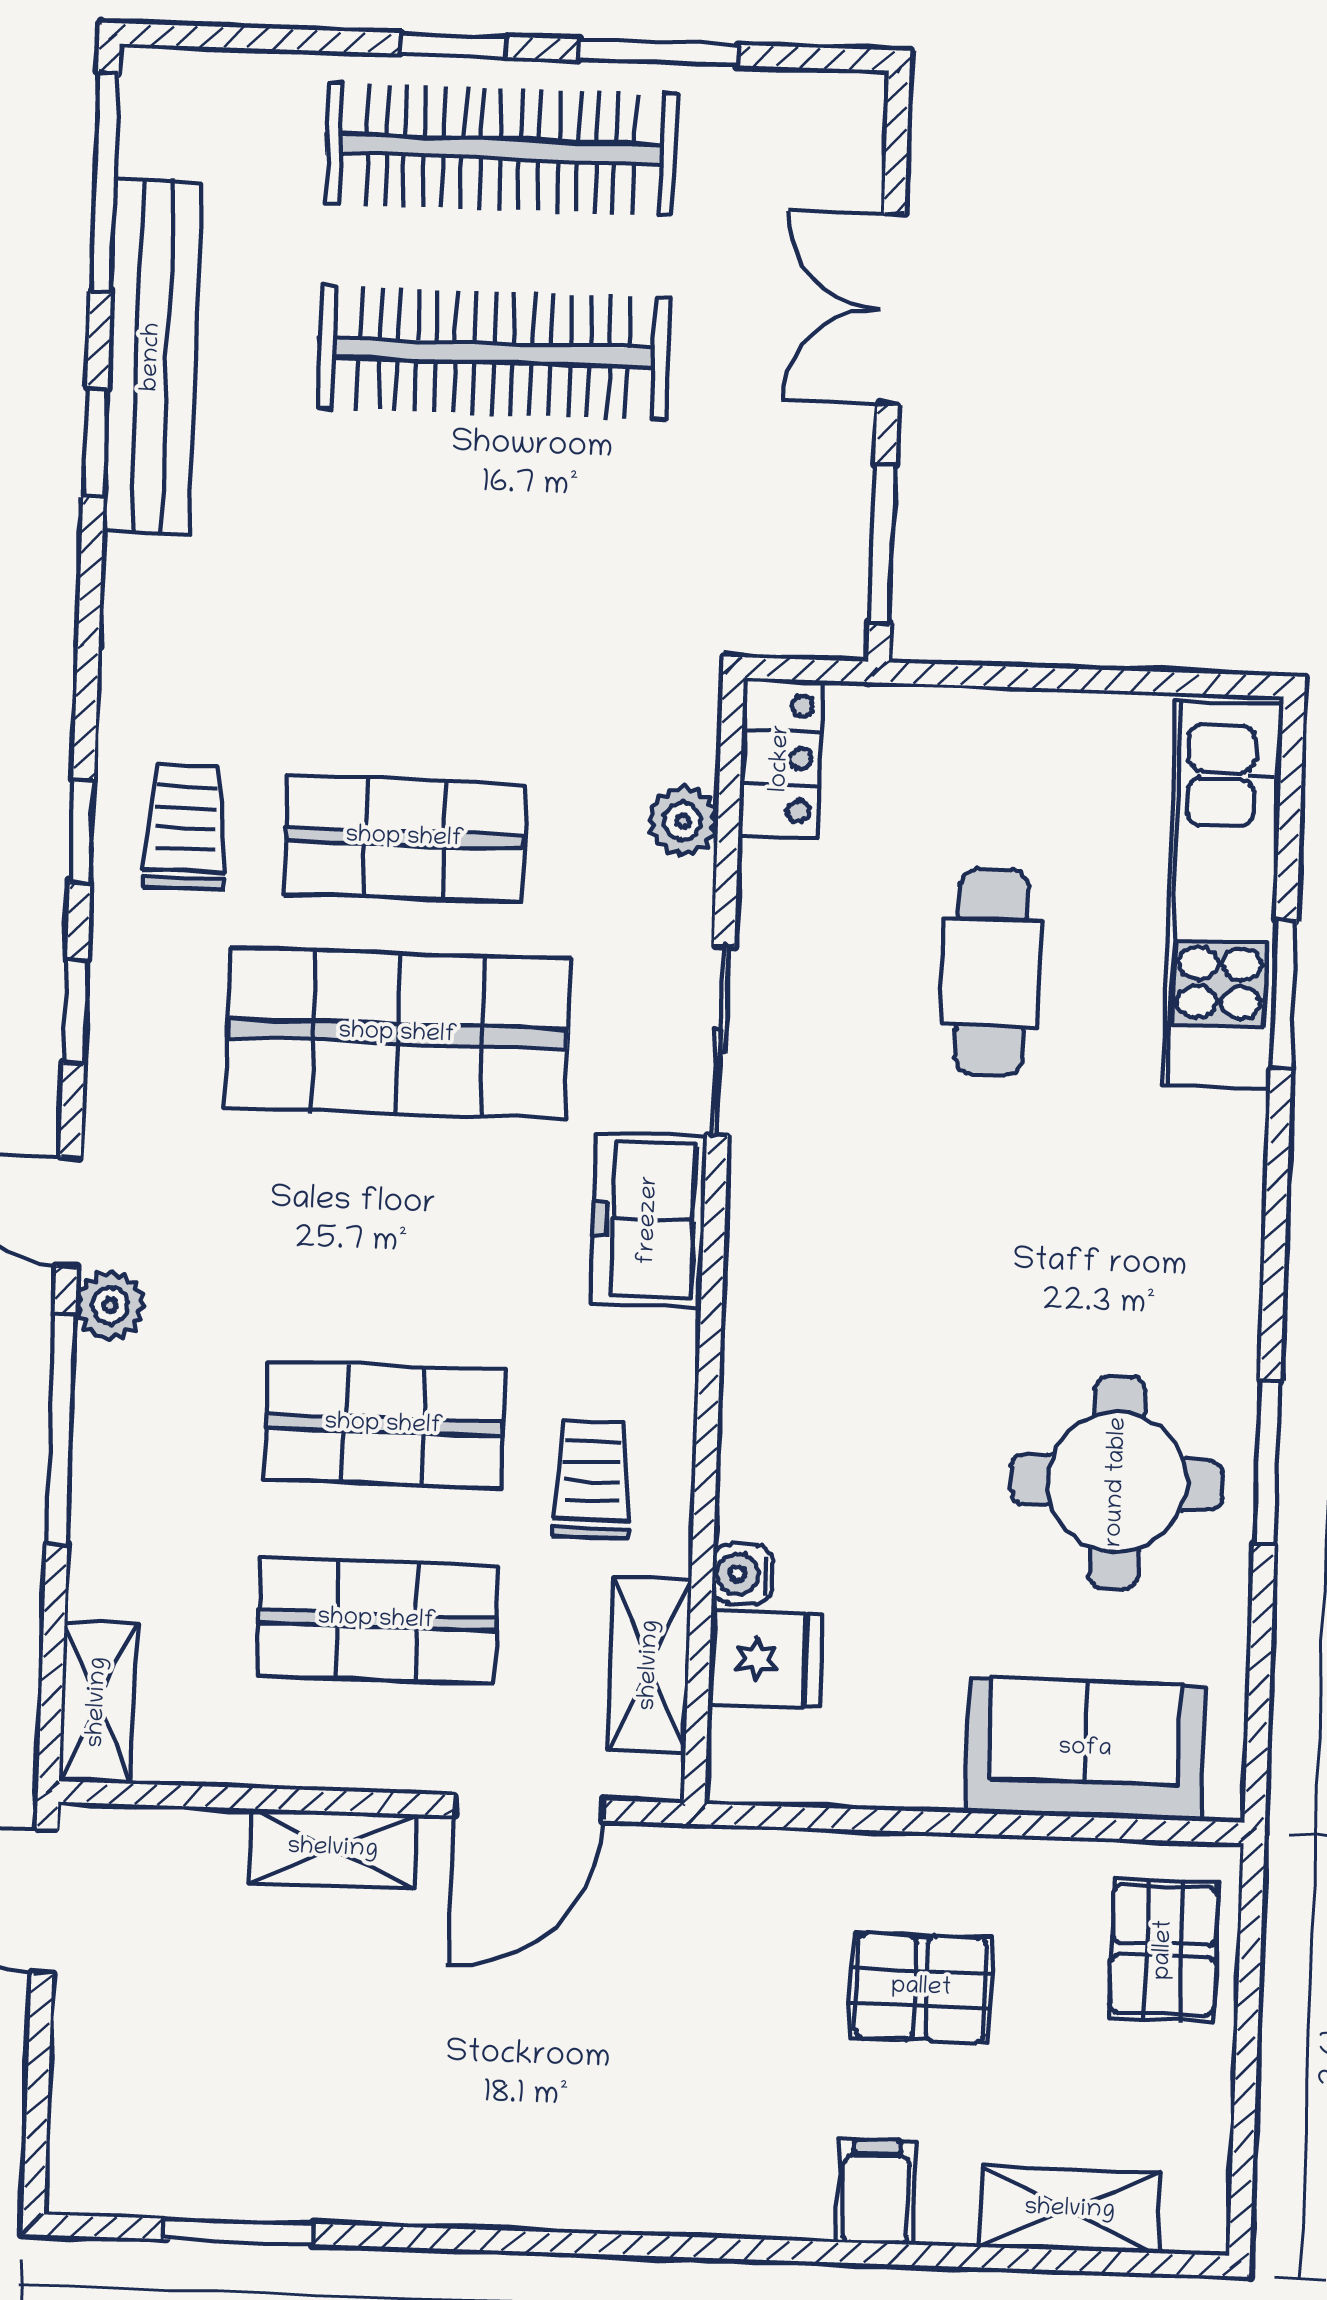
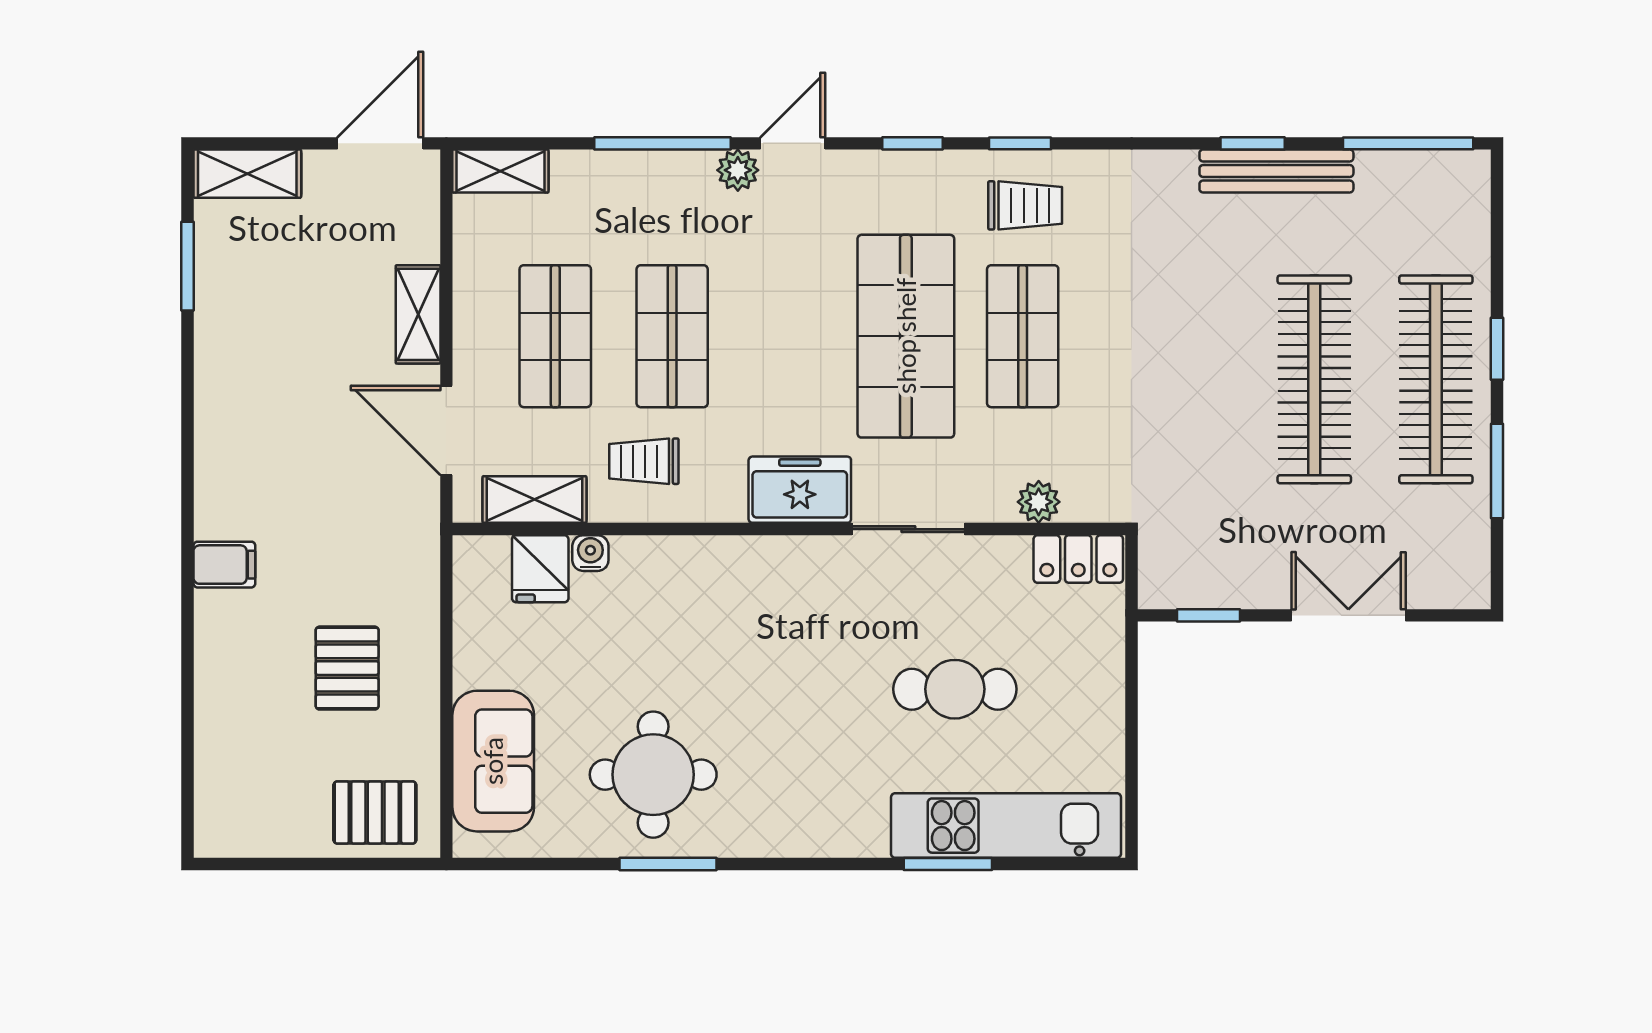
bench: (152, 357) -> (1276, 171), width x0.73, depth x0.82
window: (883, 544) -> (1208, 615), width x0.67
trolley: (592, 1479) -> (644, 461), turned 180
filing cabinet: (876, 2192) -> (224, 565), moved
shelving: (1070, 2210) -> (247, 174), moved, turned 90

